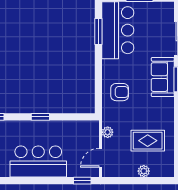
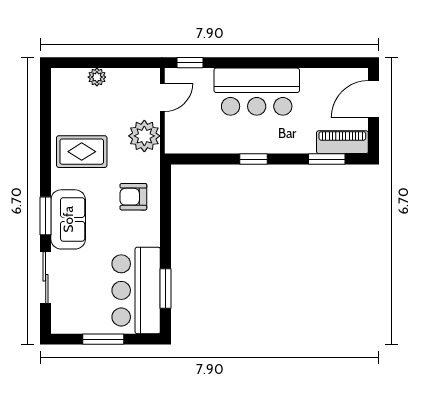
plant: (108, 132) -> (144, 136), width x1.88, depth x1.88
rug: (148, 141) -> (82, 152), moved

